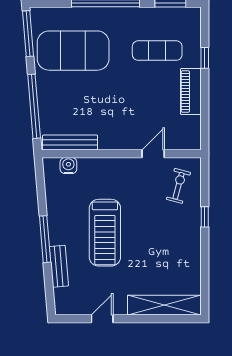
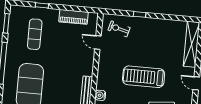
piano: (191, 92) -> (73, 17), moved
treadmill: (105, 233) -> (144, 77), turned 180

